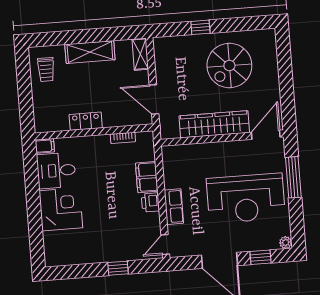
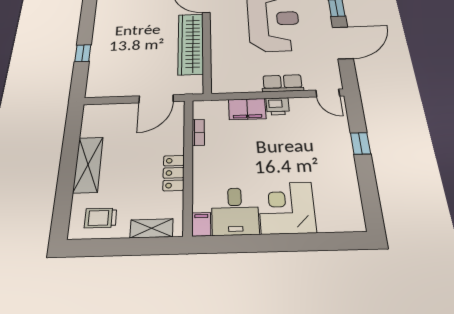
shelving: (140, 54) -> (152, 228), moved
spiral stairs: (229, 66) -> (129, 29), removed
trolley: (46, 69) -> (101, 218), turned 180

